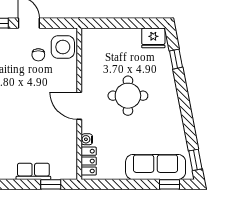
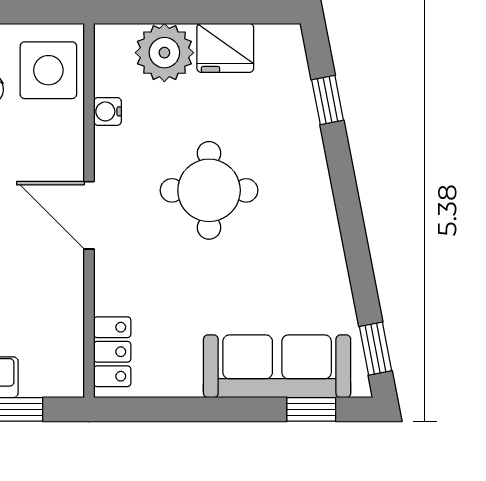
fridge: (153, 38) -> (225, 48), moved
plant: (110, 40) -> (164, 53), added
water cooler: (87, 139) -> (108, 111), moved

